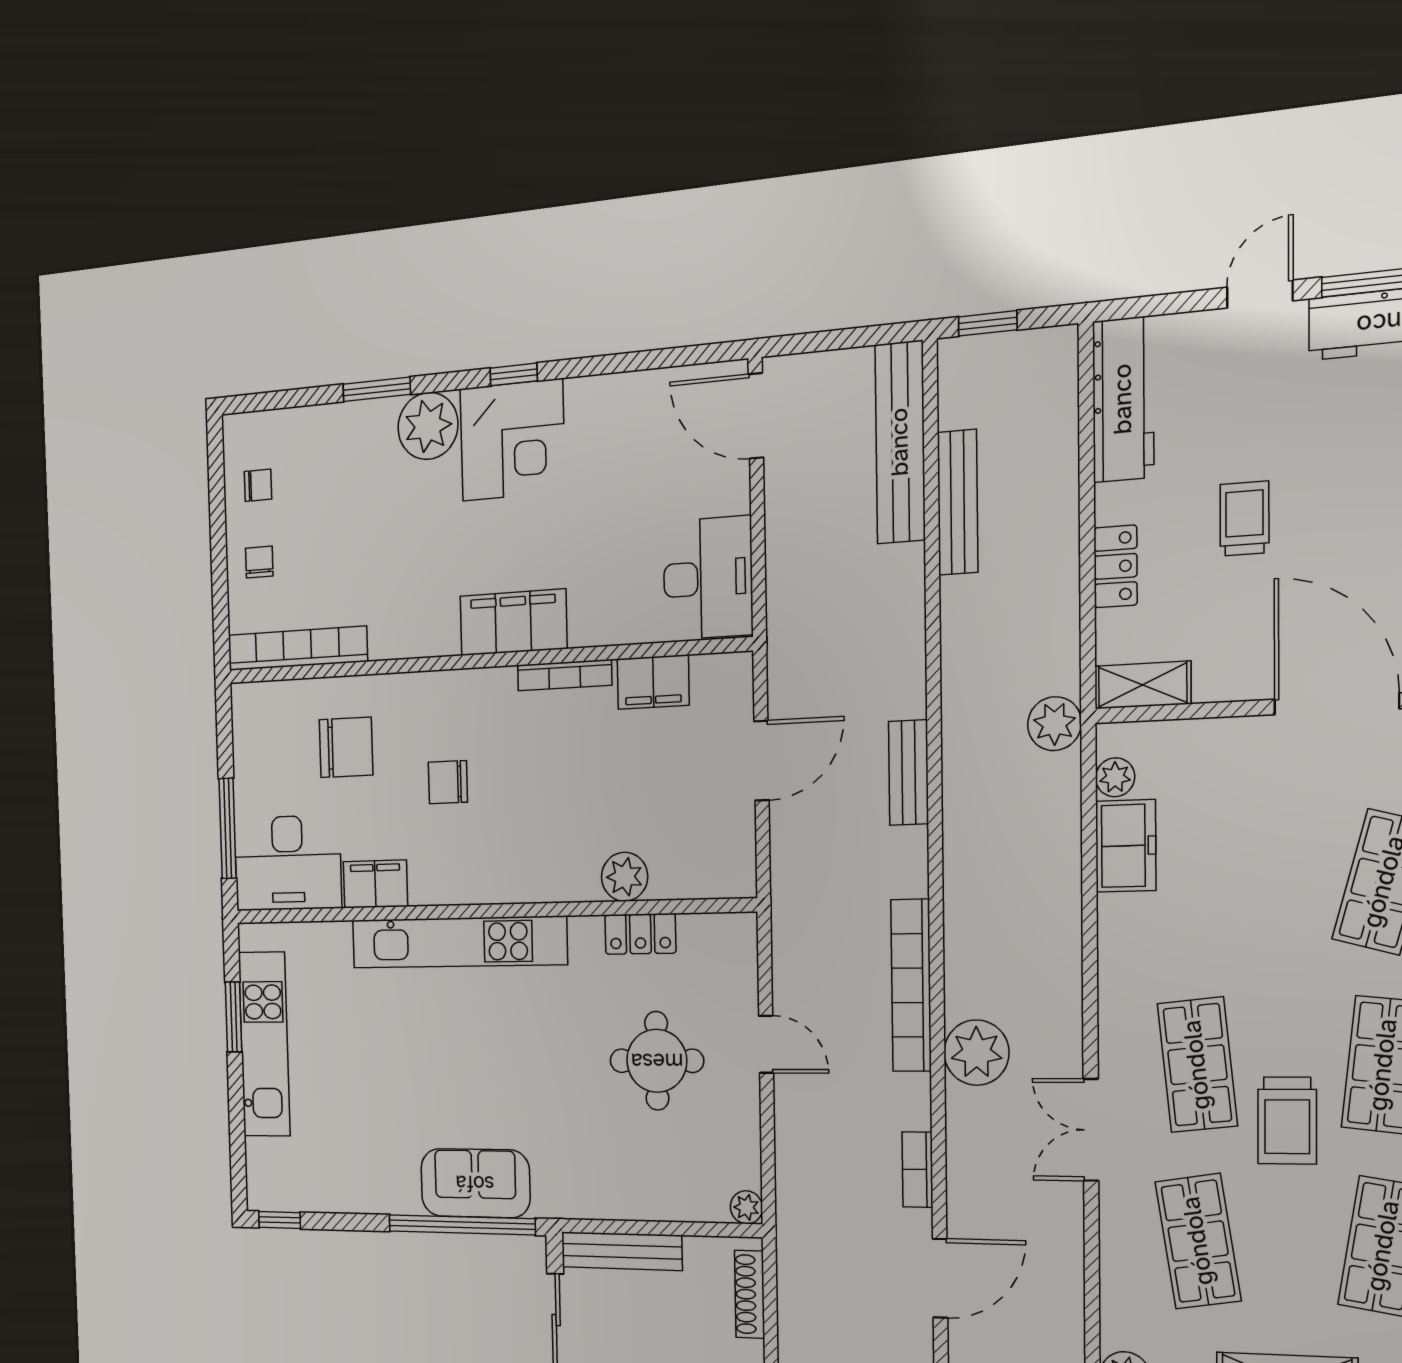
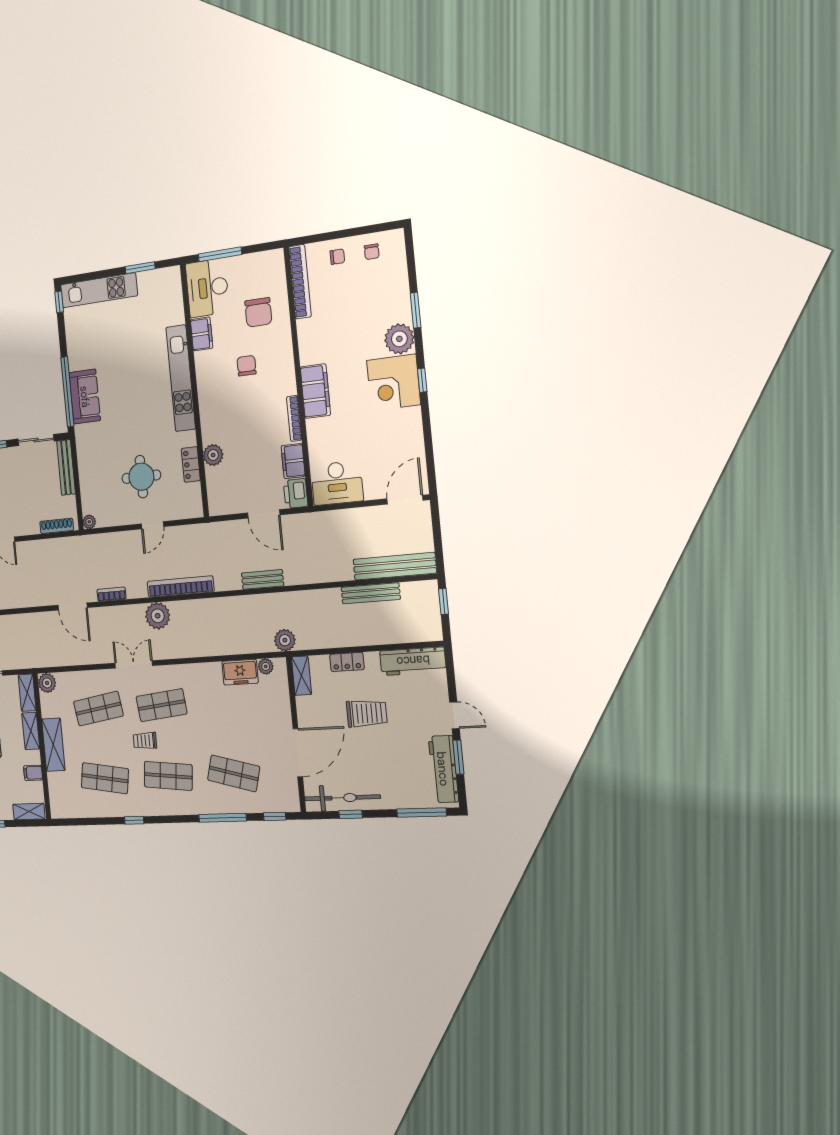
trolley: (1245, 519) -> (367, 713), width x1.36, depth x1.39
printer: (723, 679) -> (296, 493), added
kitchen unit: (264, 1044) -> (99, 290), moved
trolley: (1287, 1121) -> (145, 741), width x0.73, depth x0.72

